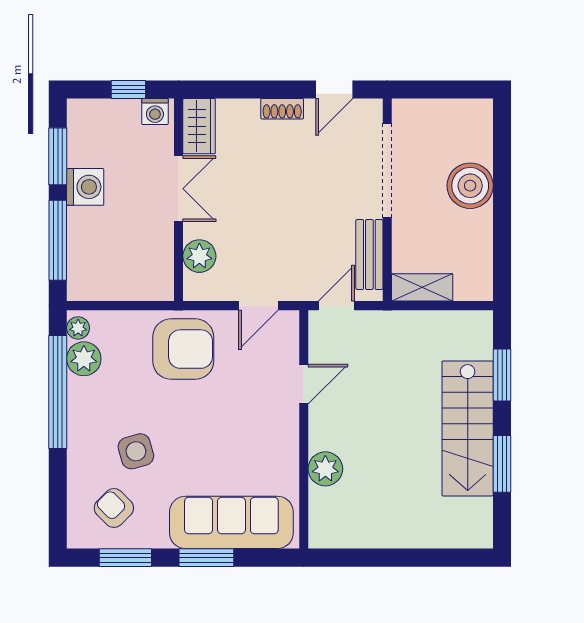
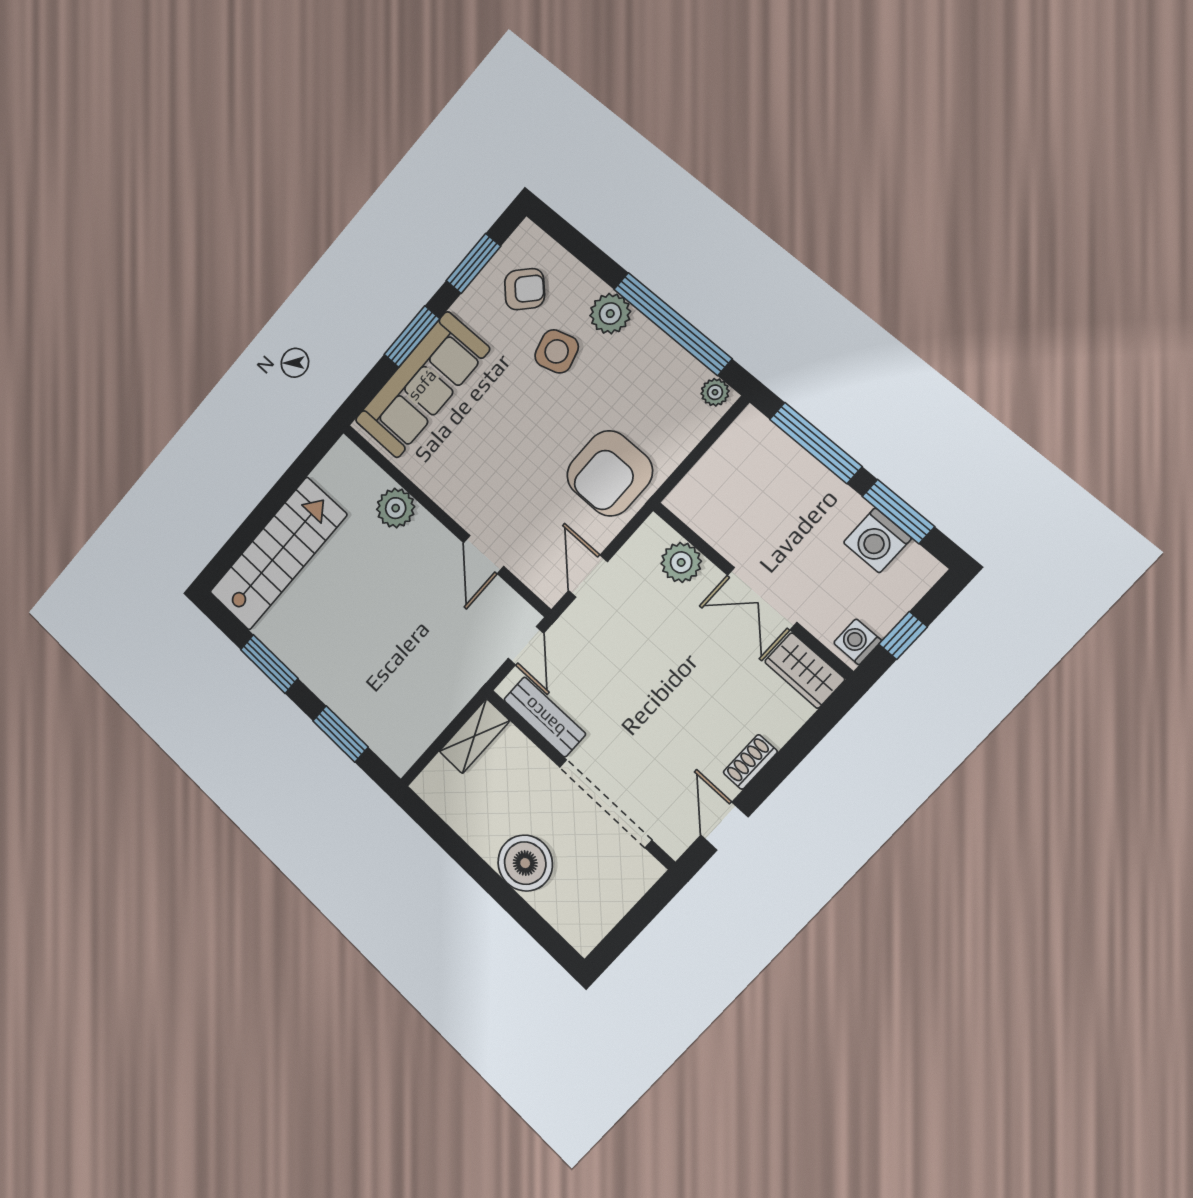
washing machine: (85, 187) -> (877, 540), moved
plant: (84, 359) -> (610, 314), moved
stairs: (468, 428) -> (278, 554), moved, turned 90

